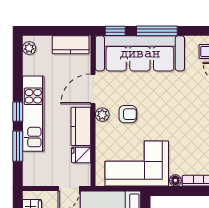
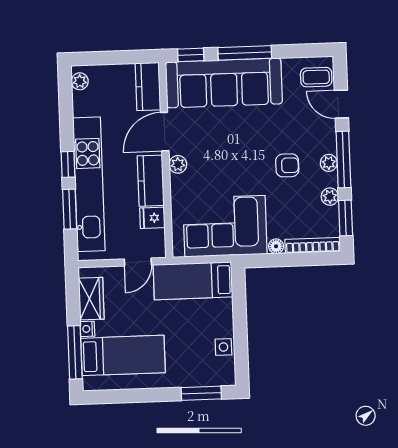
kitchen counter: (71, 45) -> (148, 87), moved, turned 90
kitchen unit: (33, 114) -> (89, 184), width x1.36
armchair: (128, 114) -> (287, 165), moved

